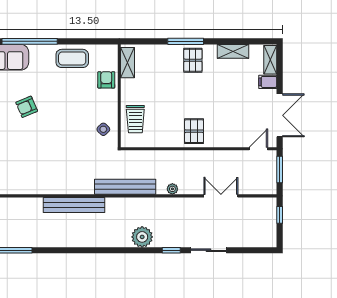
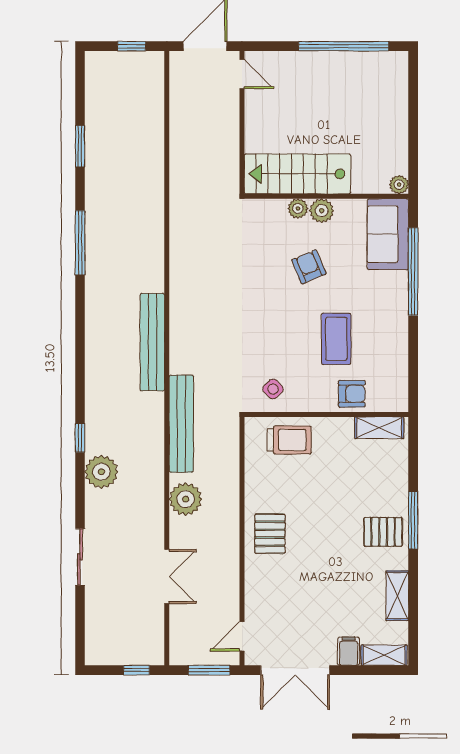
coffee table: (72, 58) -> (336, 339), moved
trolley: (135, 119) -> (289, 440), turned 180
pallet: (194, 131) -> (270, 534), turned 90
door: (258, 149) -> (242, 636), swing flipped
plant: (172, 189) -> (186, 499), width x1.88, depth x1.88
plant: (142, 237) -> (101, 472), moved
window: (171, 250) -> (80, 438), moved

